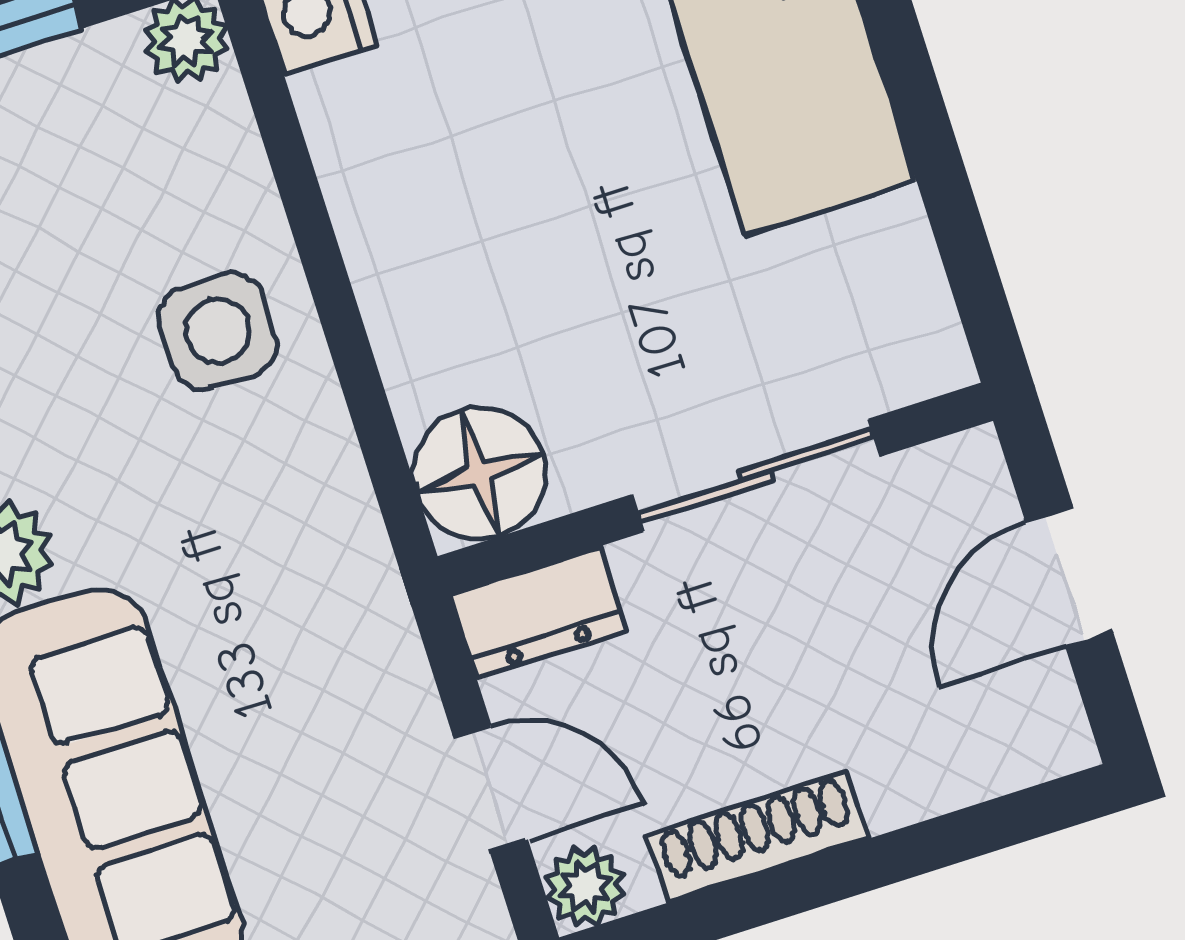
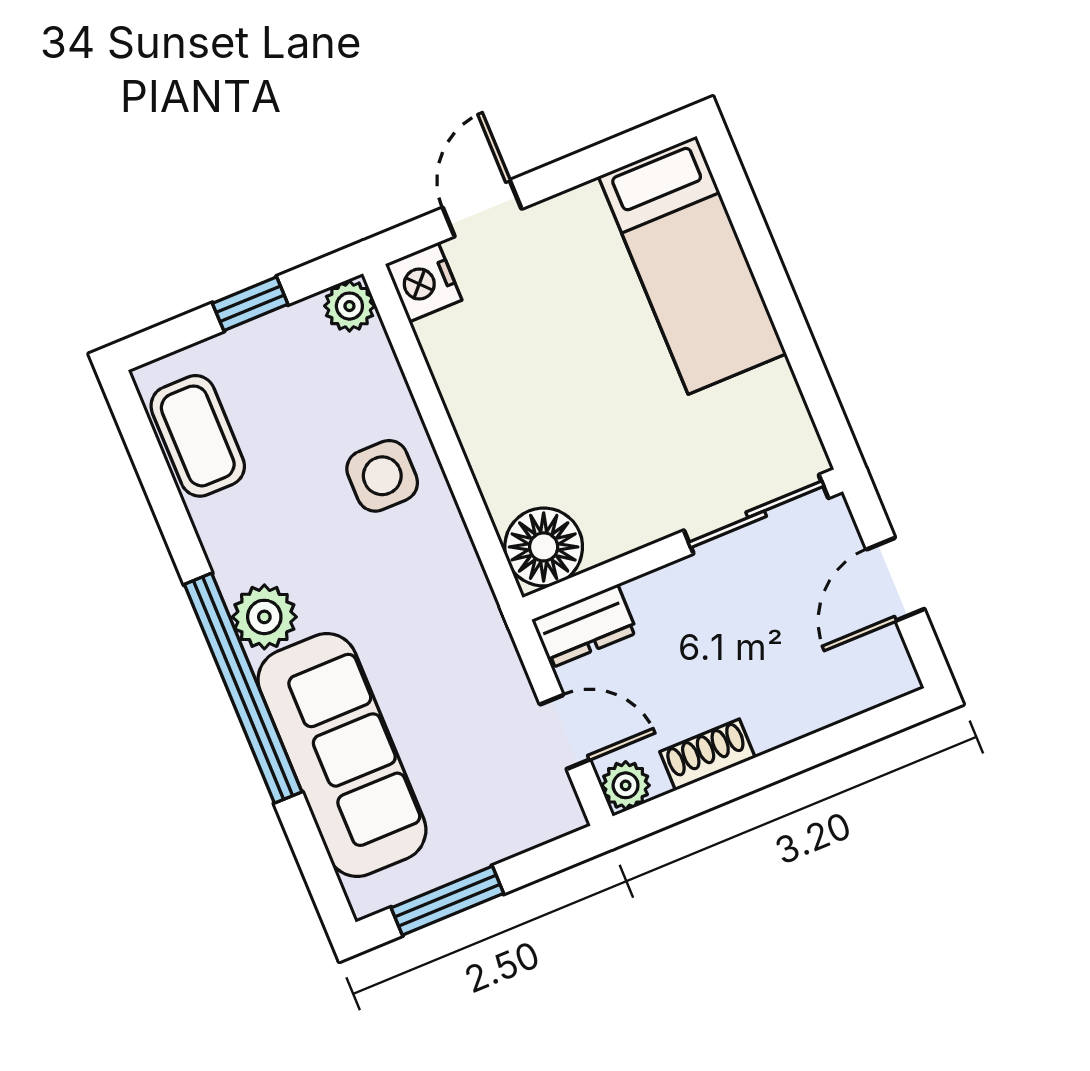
sliding door: (756, 476) -> (756, 514), moved
shoe rack: (758, 837) -> (708, 755), width x0.70

